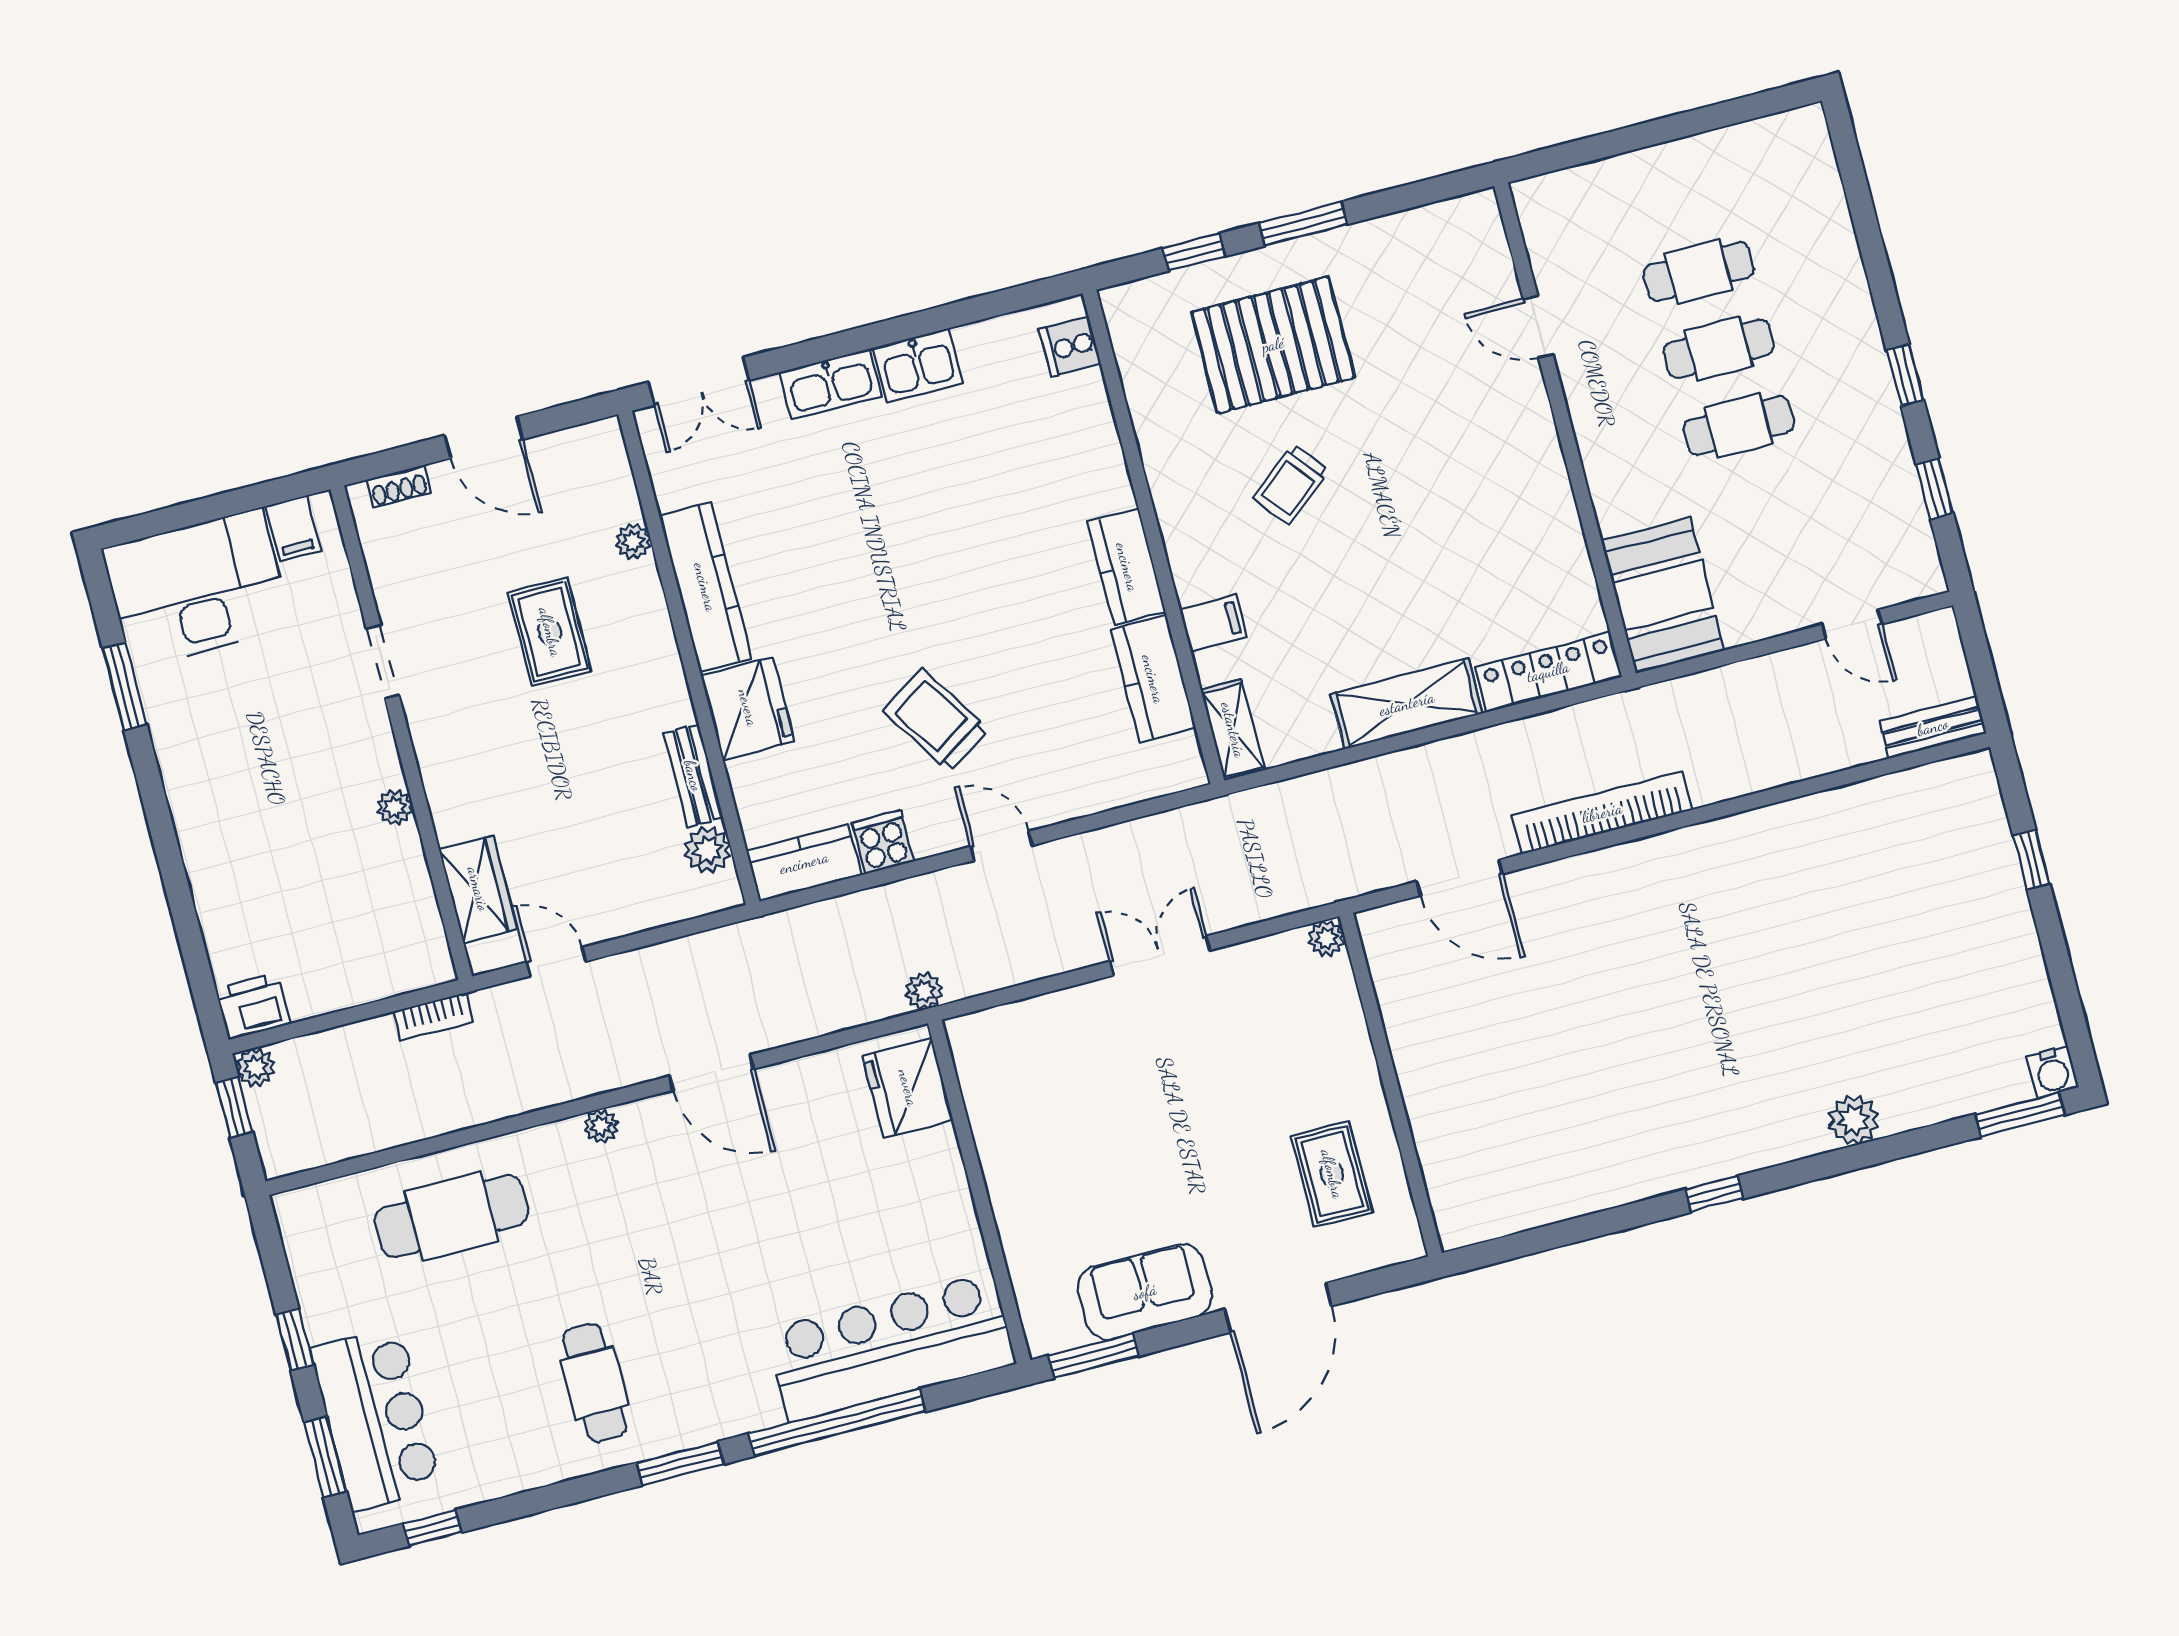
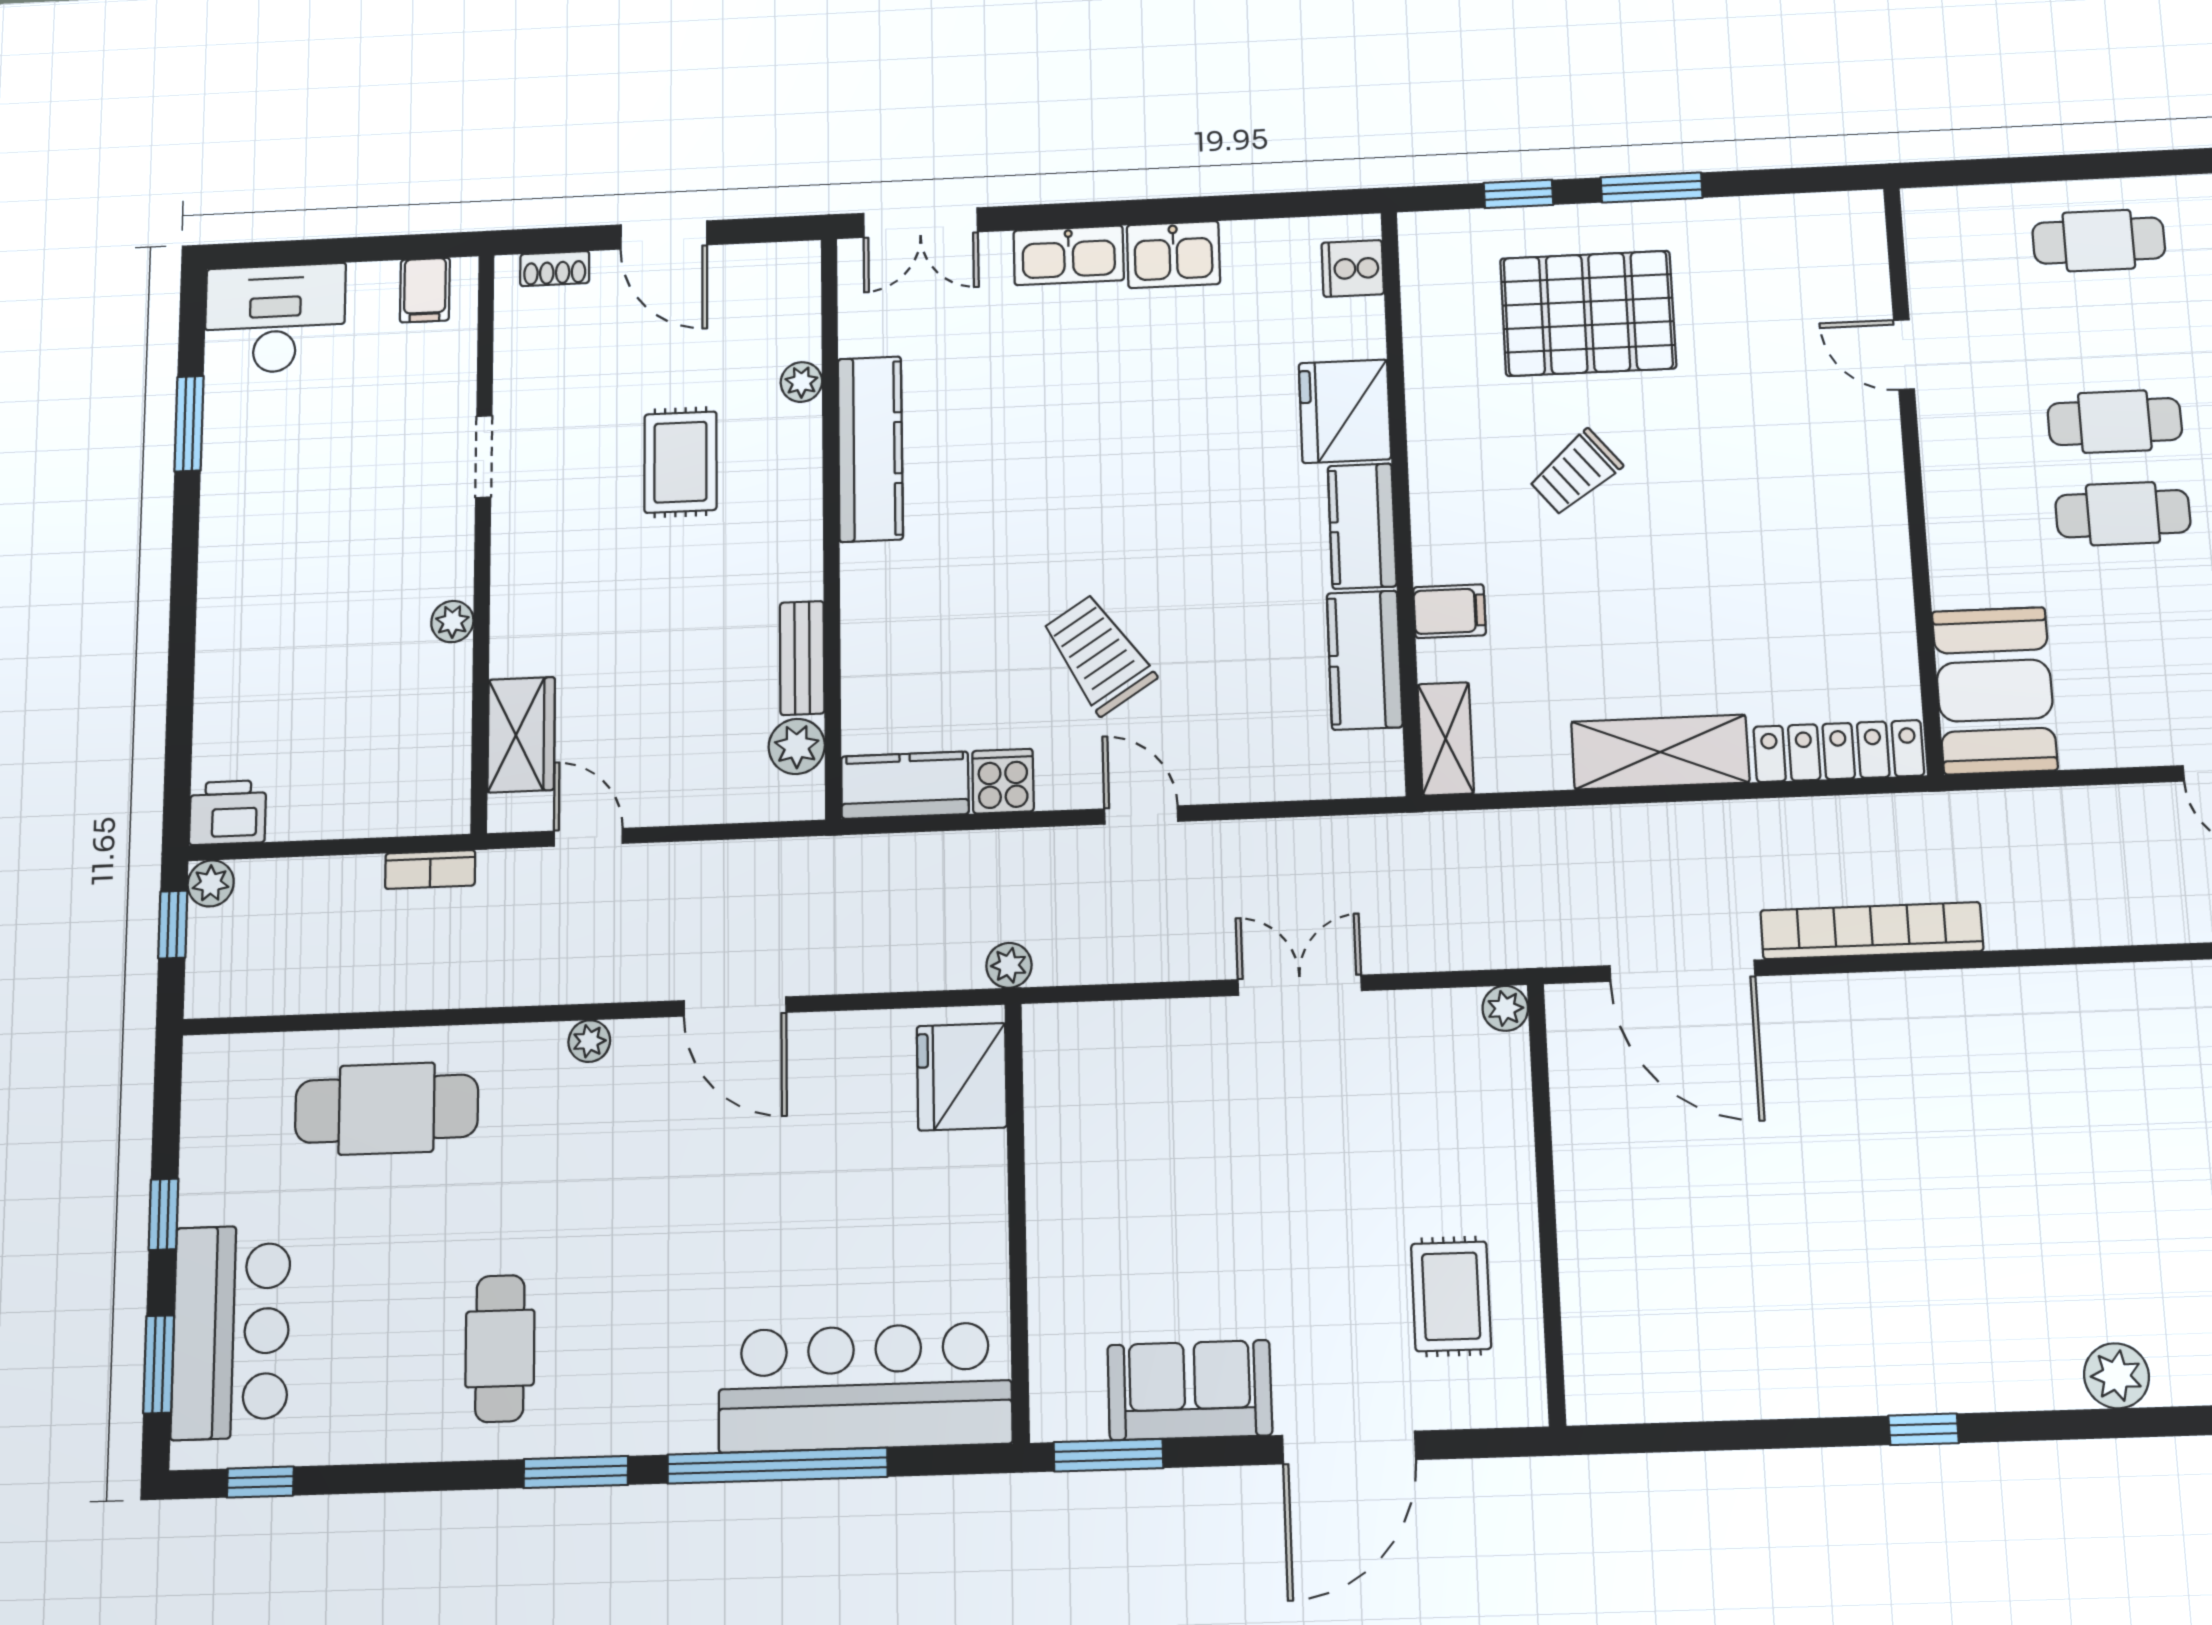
cafe table: (1699, 272) -> (2099, 241), moved
desk: (197, 588) -> (275, 319), width x0.73, depth x0.77
fridge: (748, 708) -> (1345, 411), moved, turned 180
door: (1460, 878) -> (1682, 971), width x1.36

